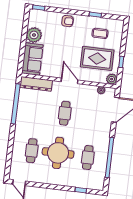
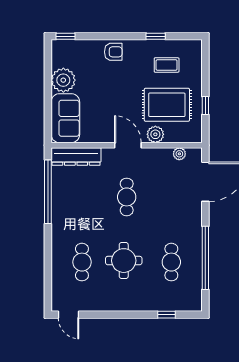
plant: (112, 79) -> (155, 134), moved
round table: (58, 153) -> (124, 261), width x0.73, depth x0.73

